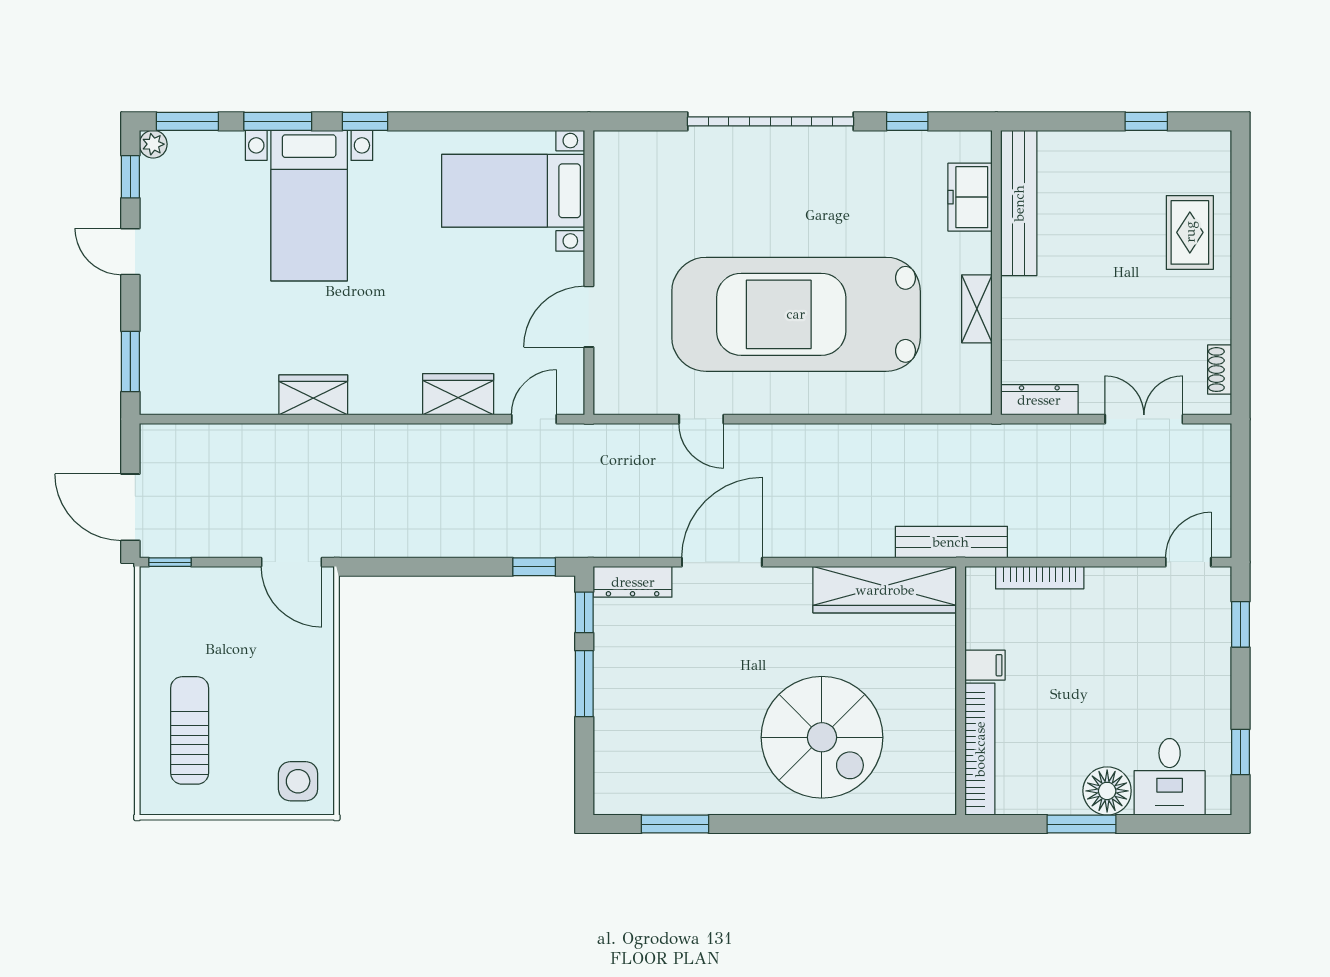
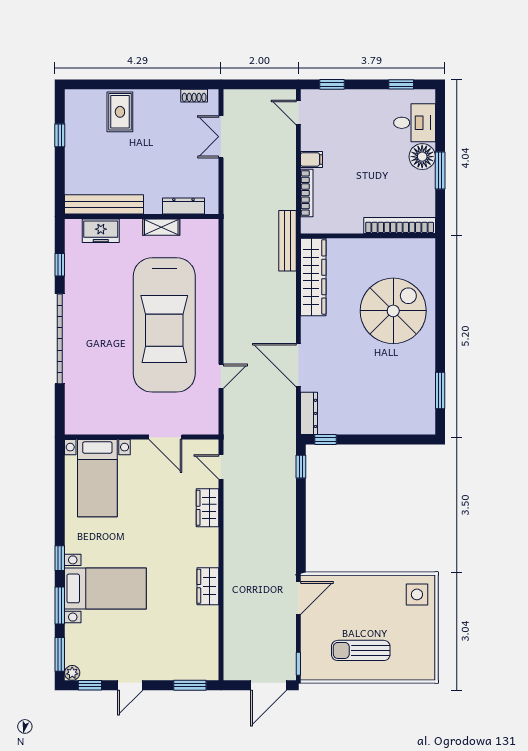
rug: (1190, 232) -> (120, 112), turned 90
dresser: (1039, 400) -> (183, 206), moved, turned 90
filing cabinet: (985, 665) -> (312, 159), moved, turned 90
window: (584, 684) -> (364, 440), removed
sun lounger: (190, 730) -> (361, 650), moved

